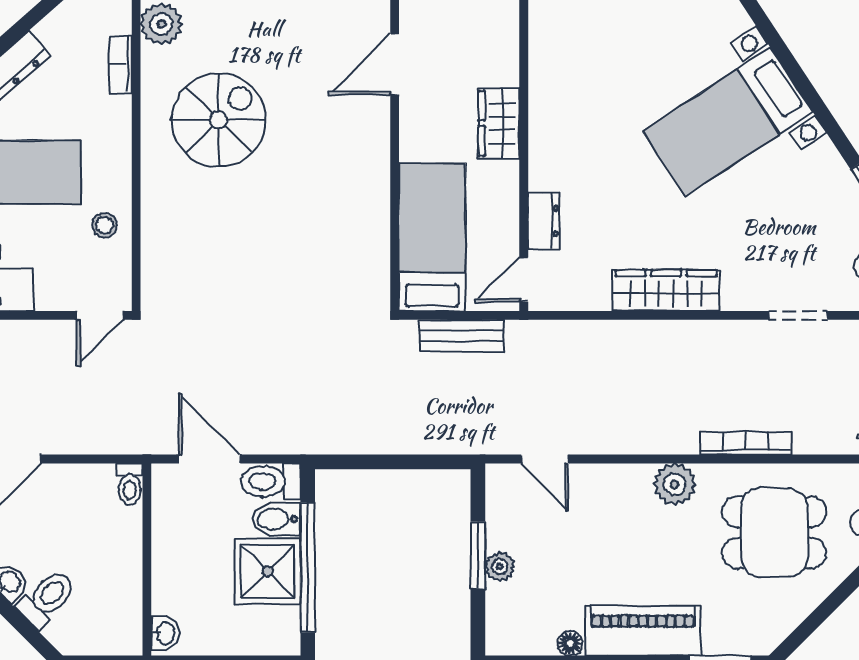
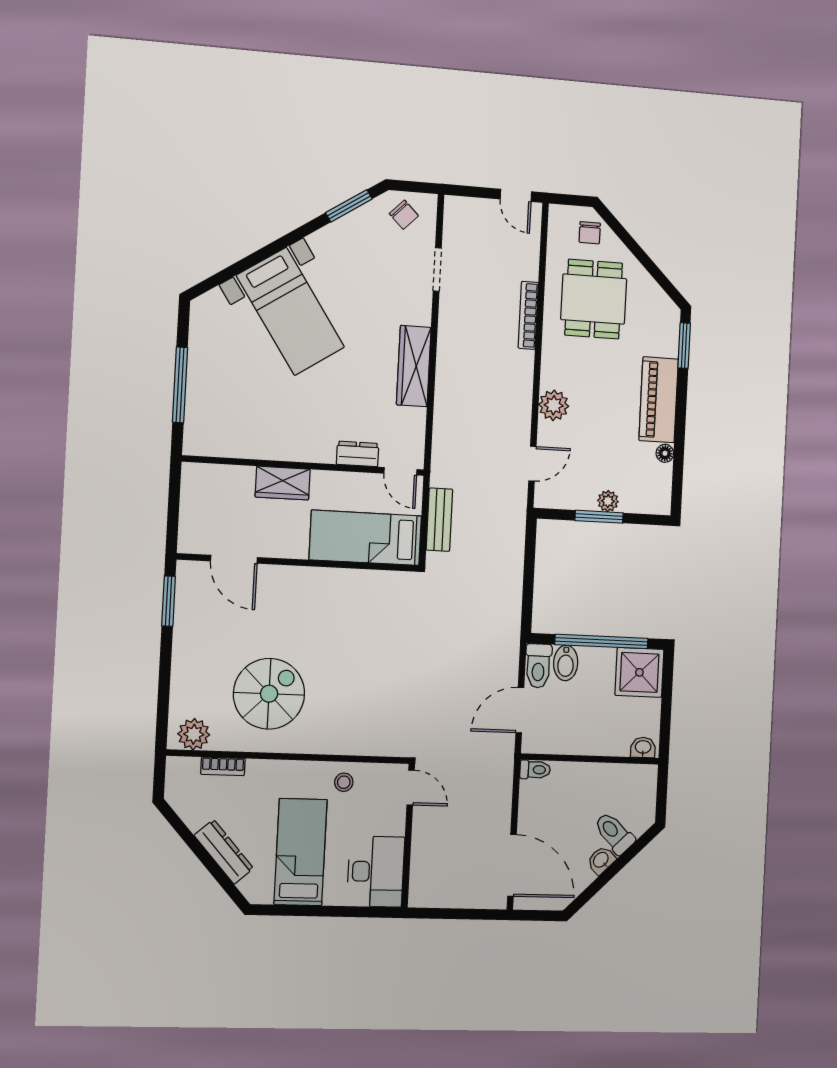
spiral stairs: (219, 120) -> (269, 694), turned 90
plant: (675, 484) -> (554, 405), moved
shower: (268, 572) -> (639, 672), moved

